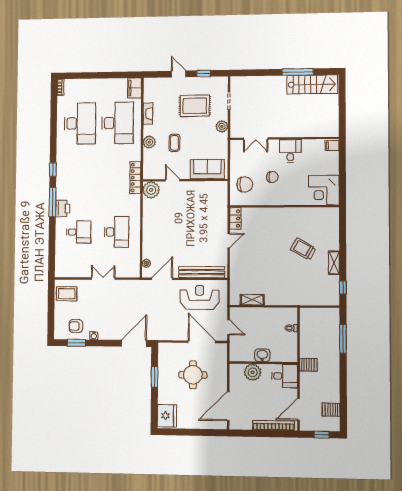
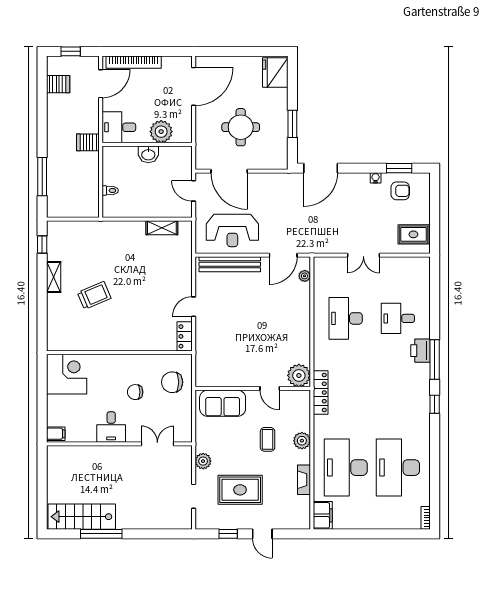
trolley: (303, 249) -> (94, 295), turned -52

